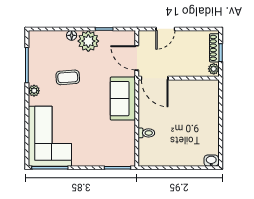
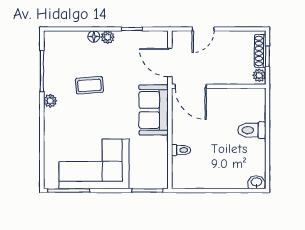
plant: (88, 41) -> (108, 37), width x0.53, depth x0.53
toilet: (207, 116) -> (252, 130), added
corner sofa: (50, 136) -> (94, 164), moved, turned -90

